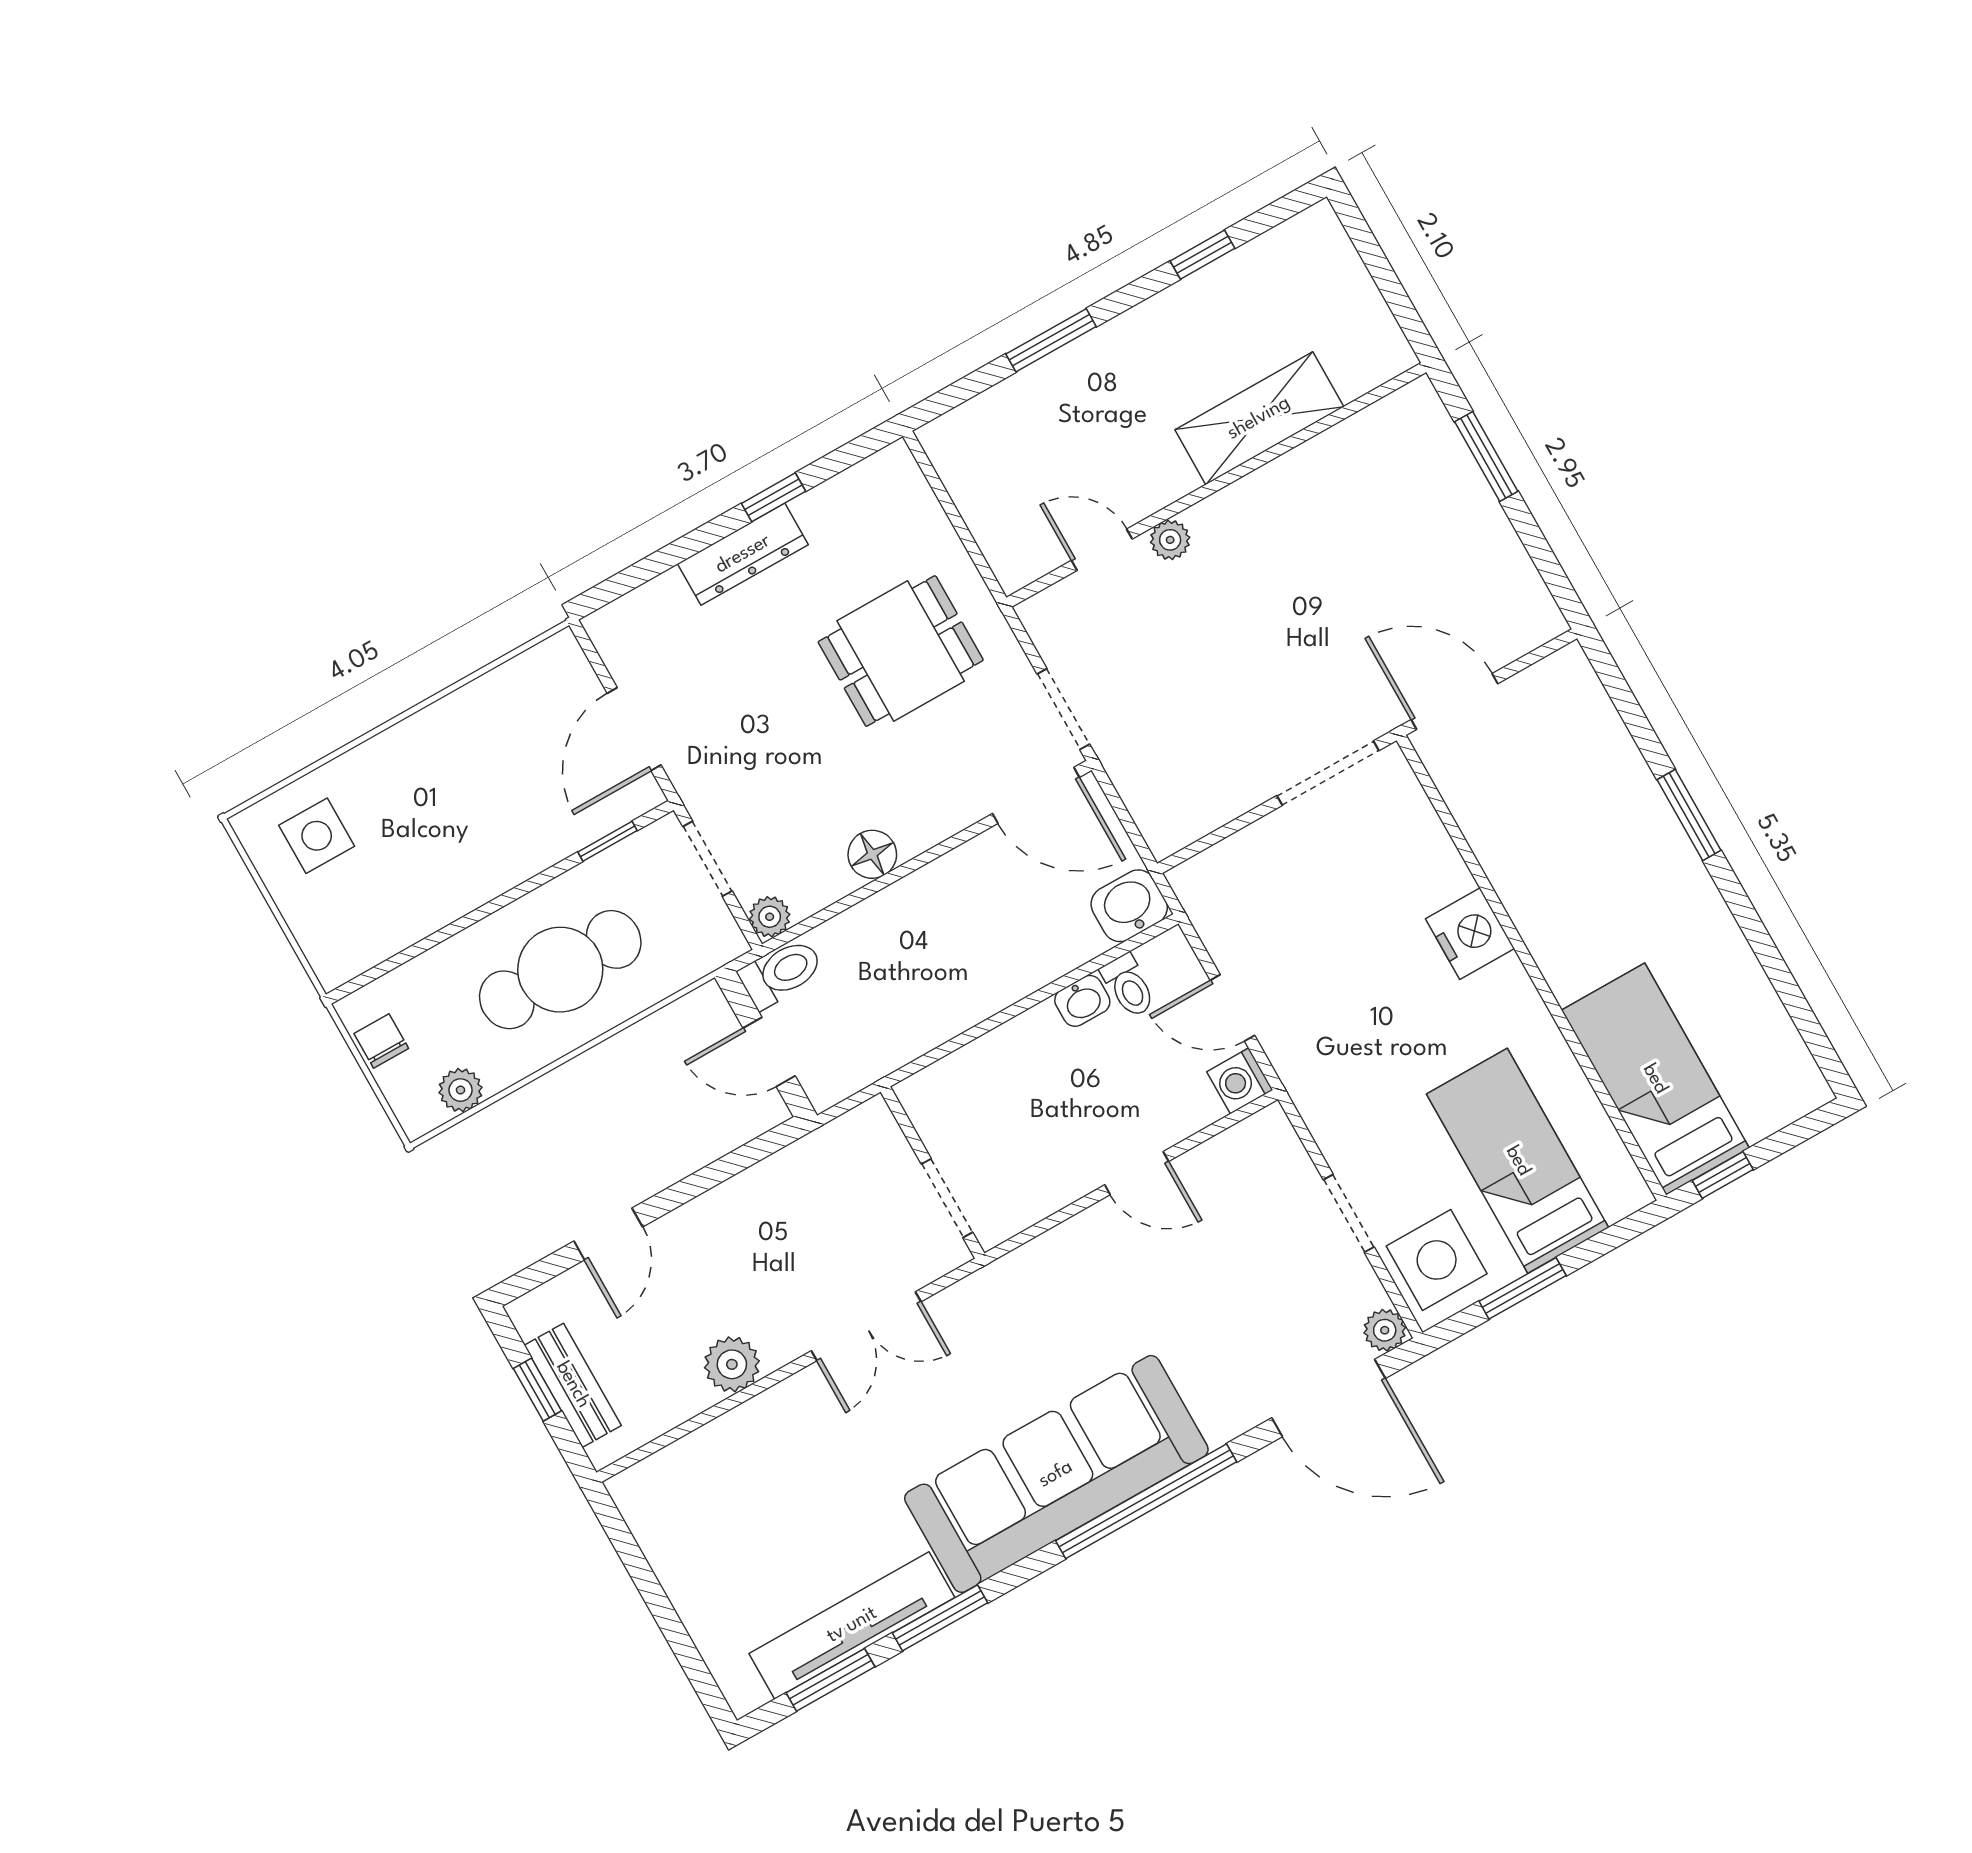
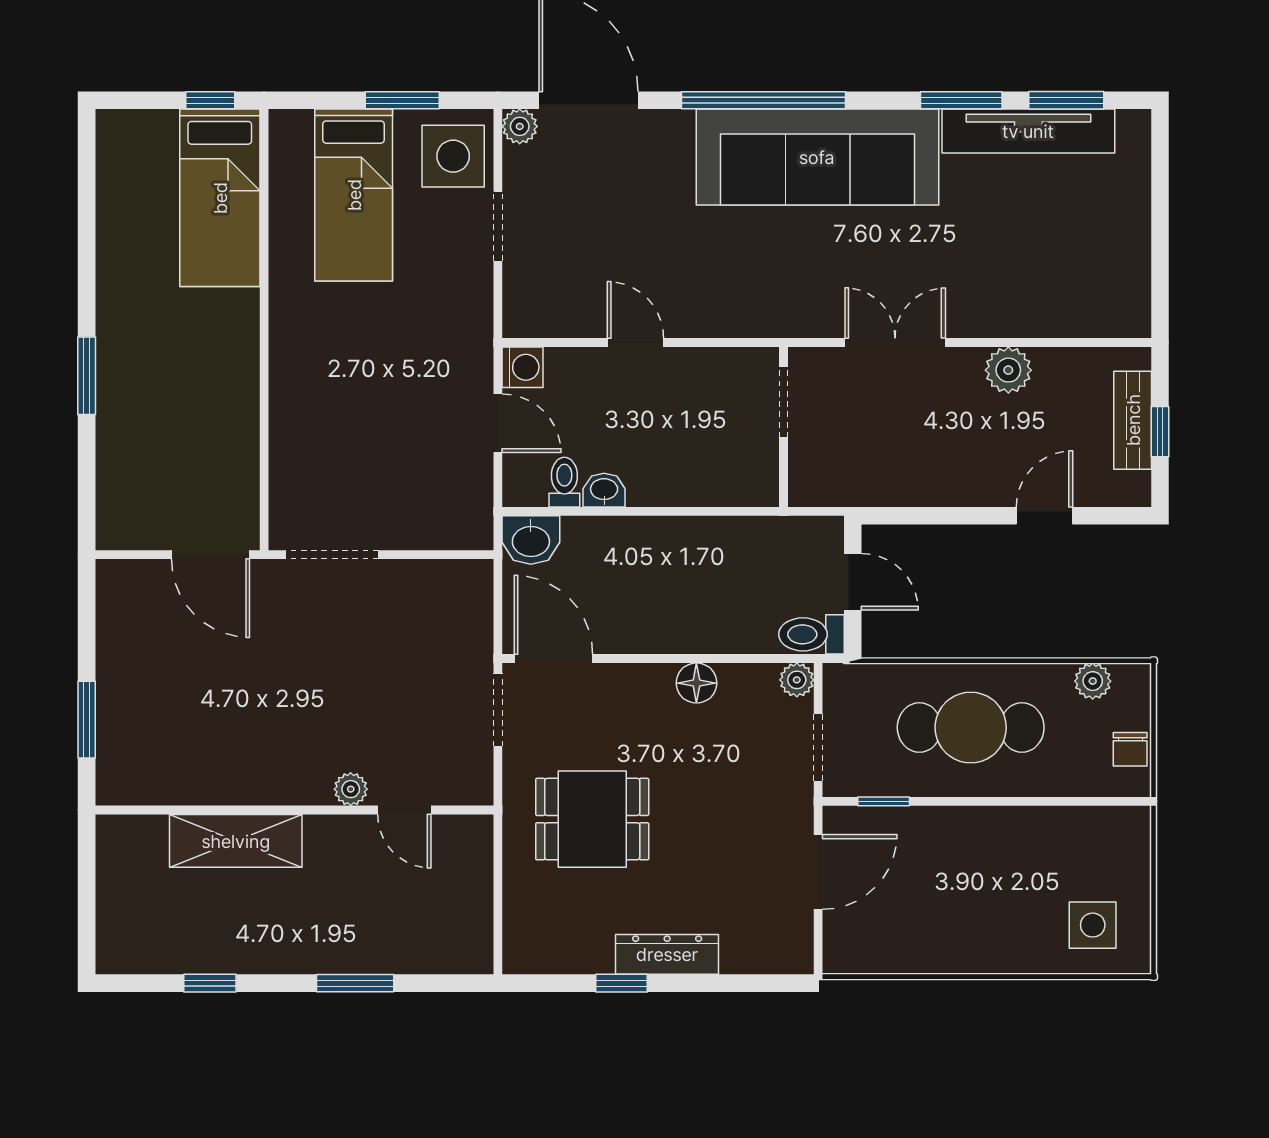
nightstand: (1470, 934) -> (295, 380), removed

